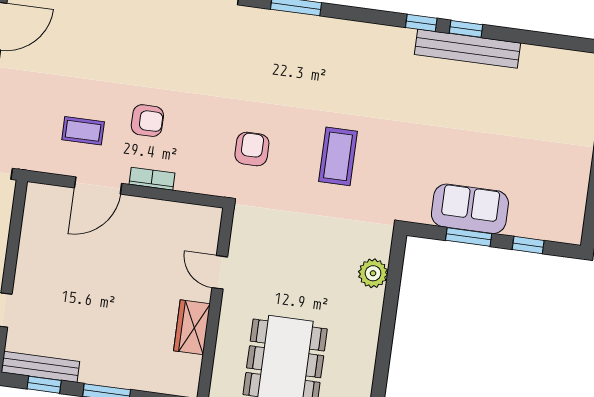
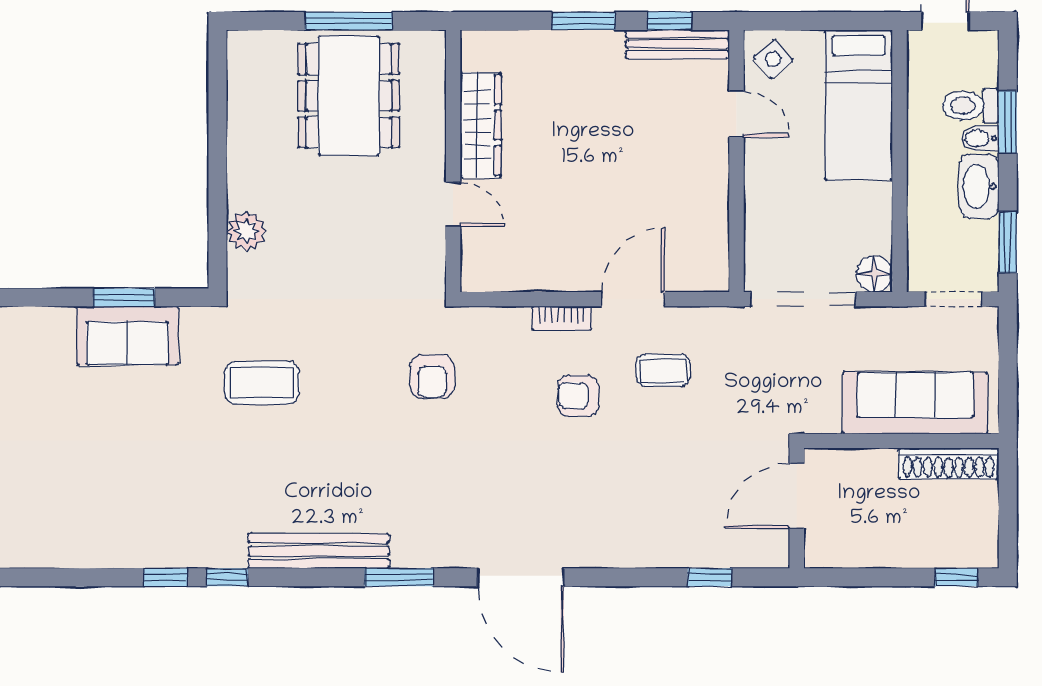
bench: (468, 49) -> (319, 551), moved
coffee table: (338, 156) -> (262, 383), moved, turned 90
window: (528, 245) -> (43, 297), removed
wardrobe: (192, 327) -> (481, 125), width x1.50

